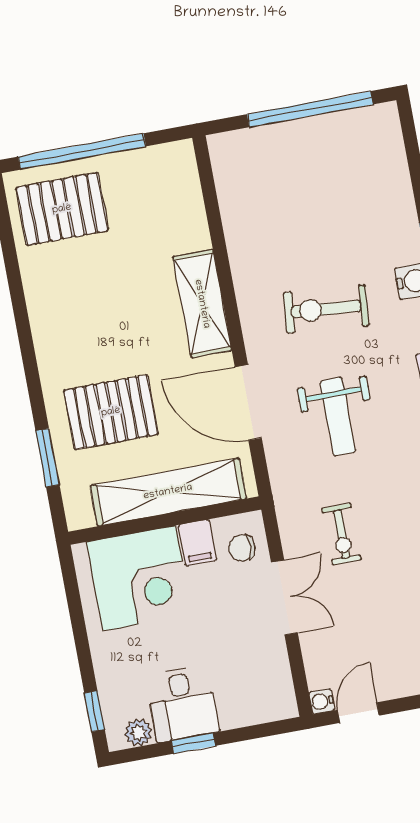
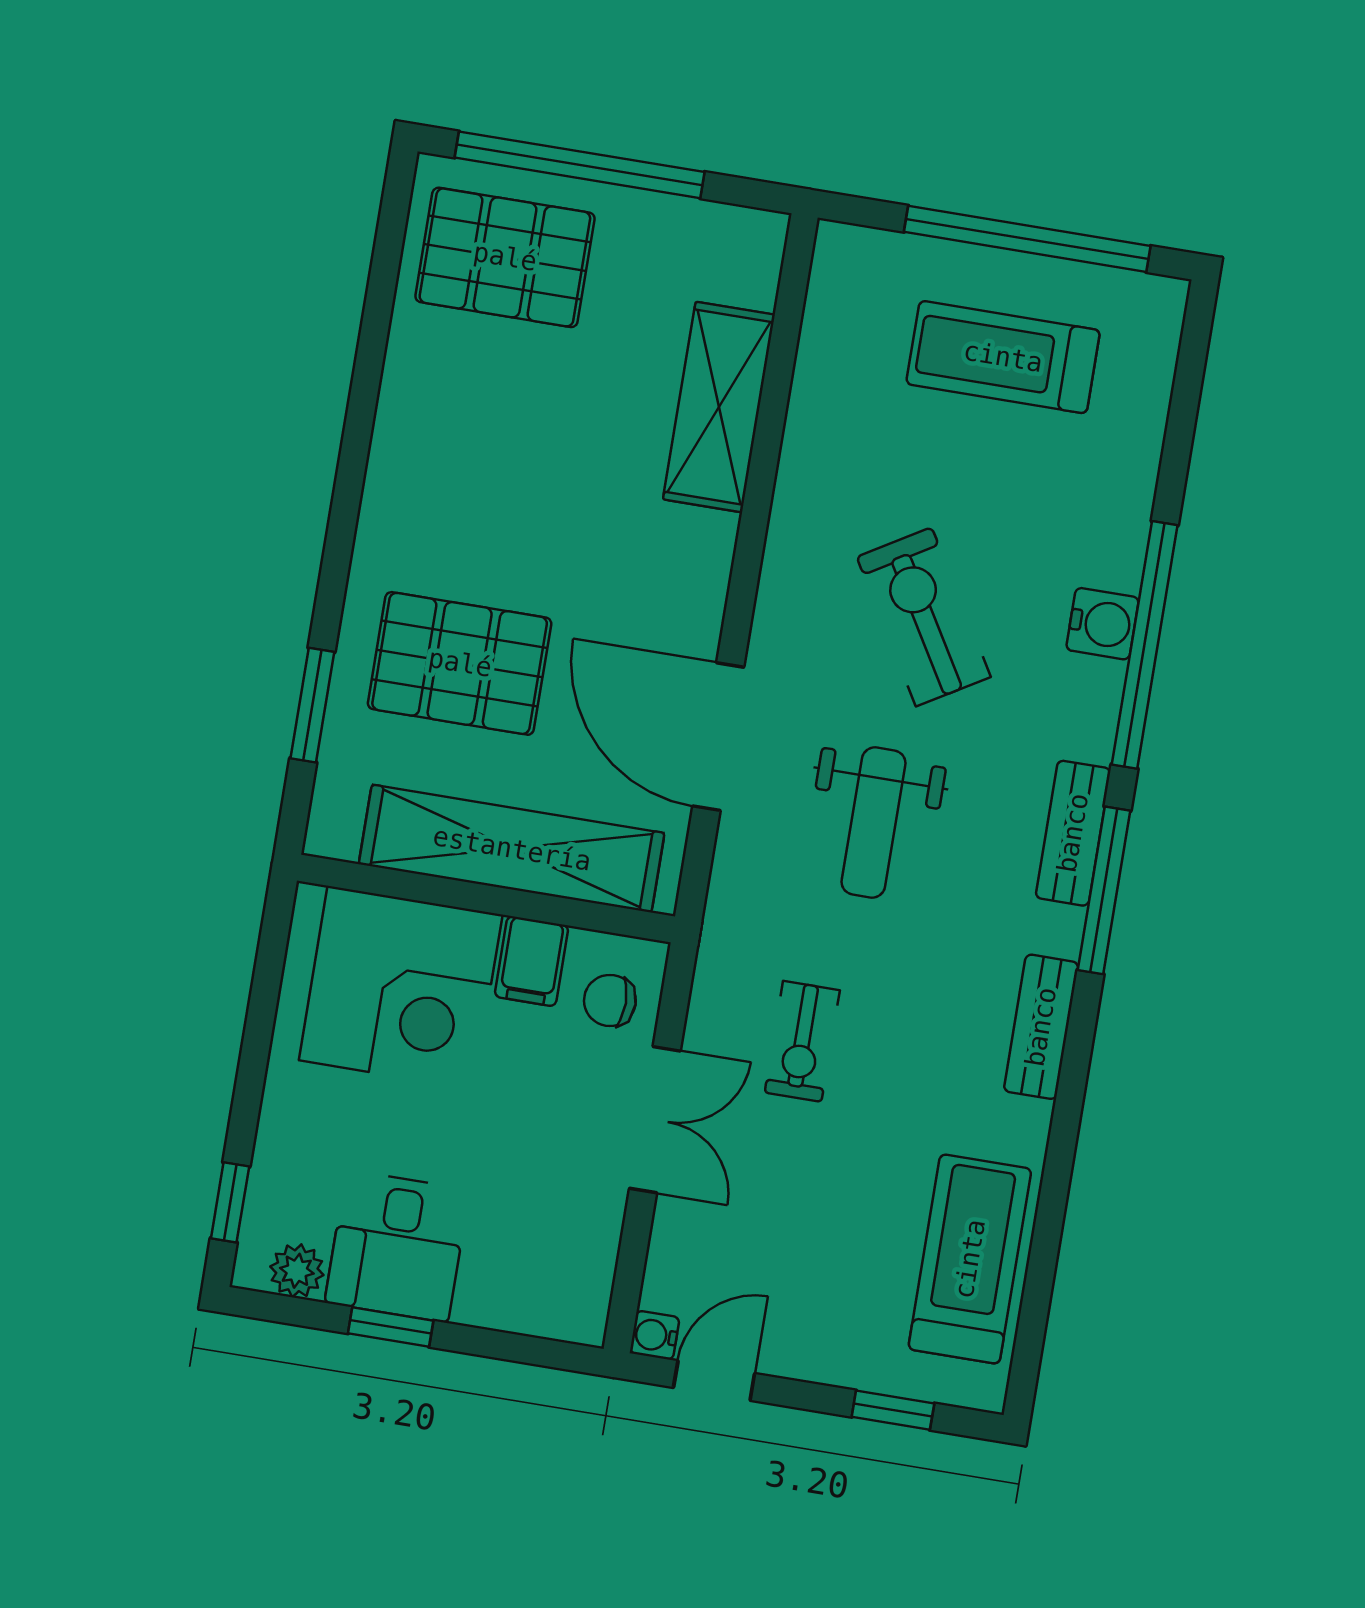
treadmill: (319, 170) -> (1003, 357), added
shelving: (202, 304) -> (719, 407), moved
exercise bike: (326, 309) -> (924, 617), turned 54

